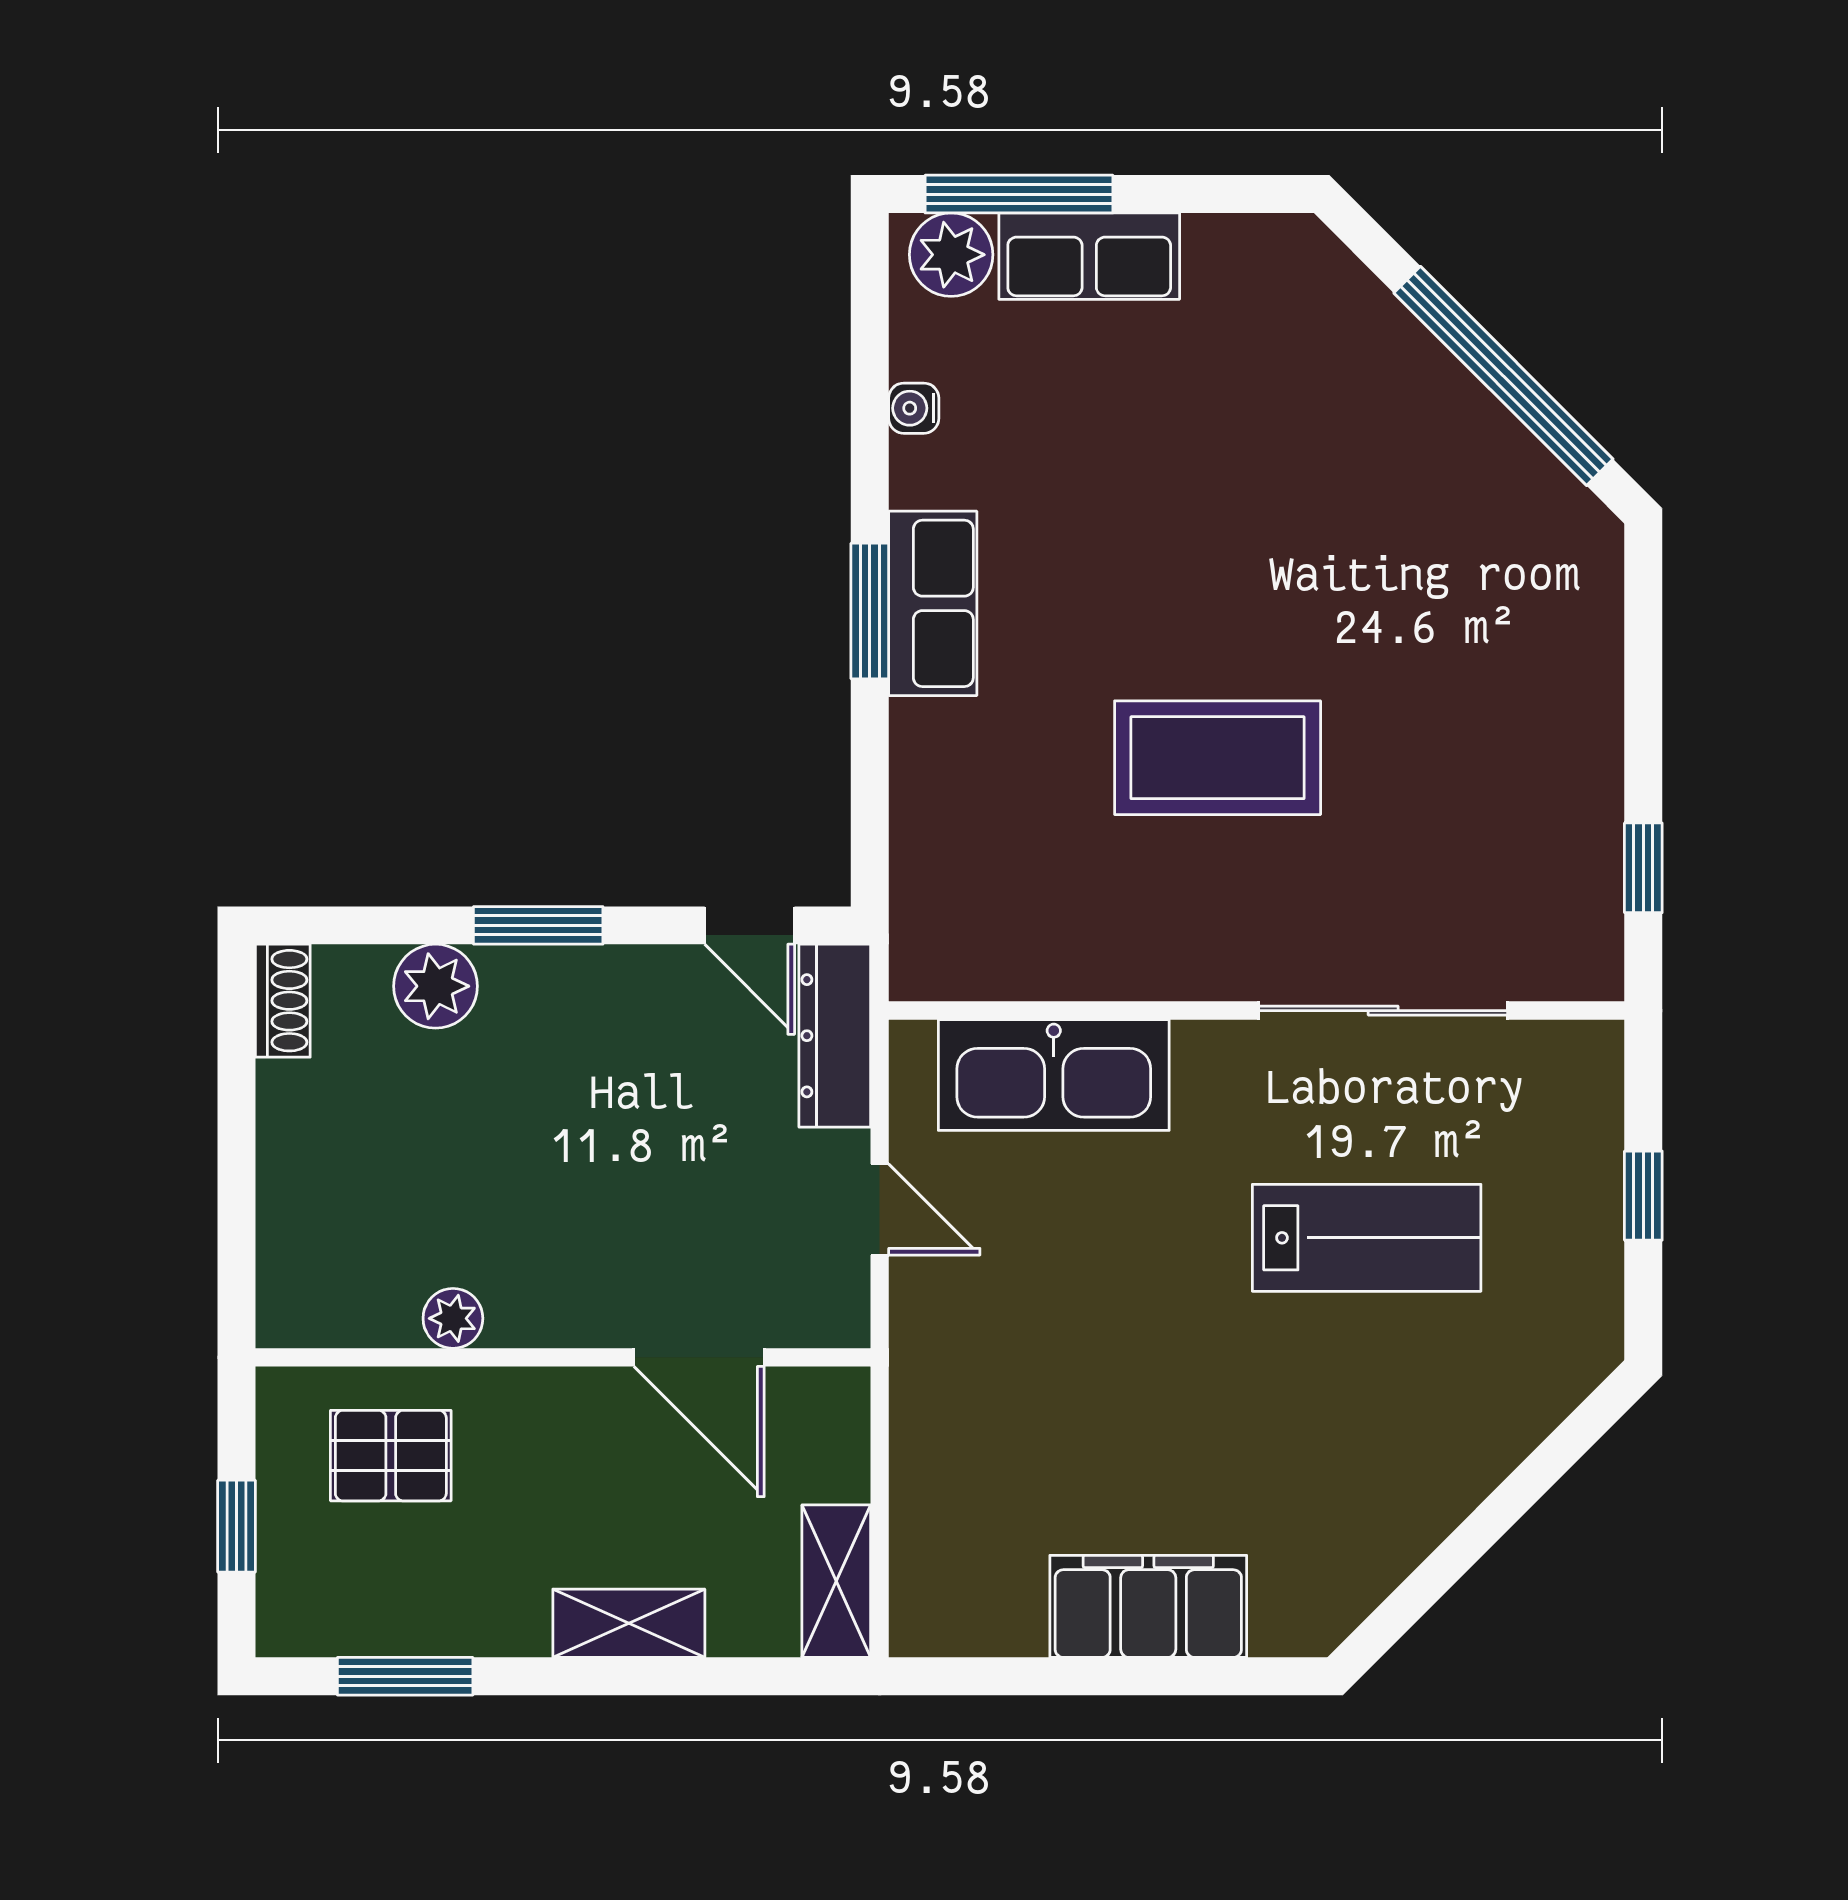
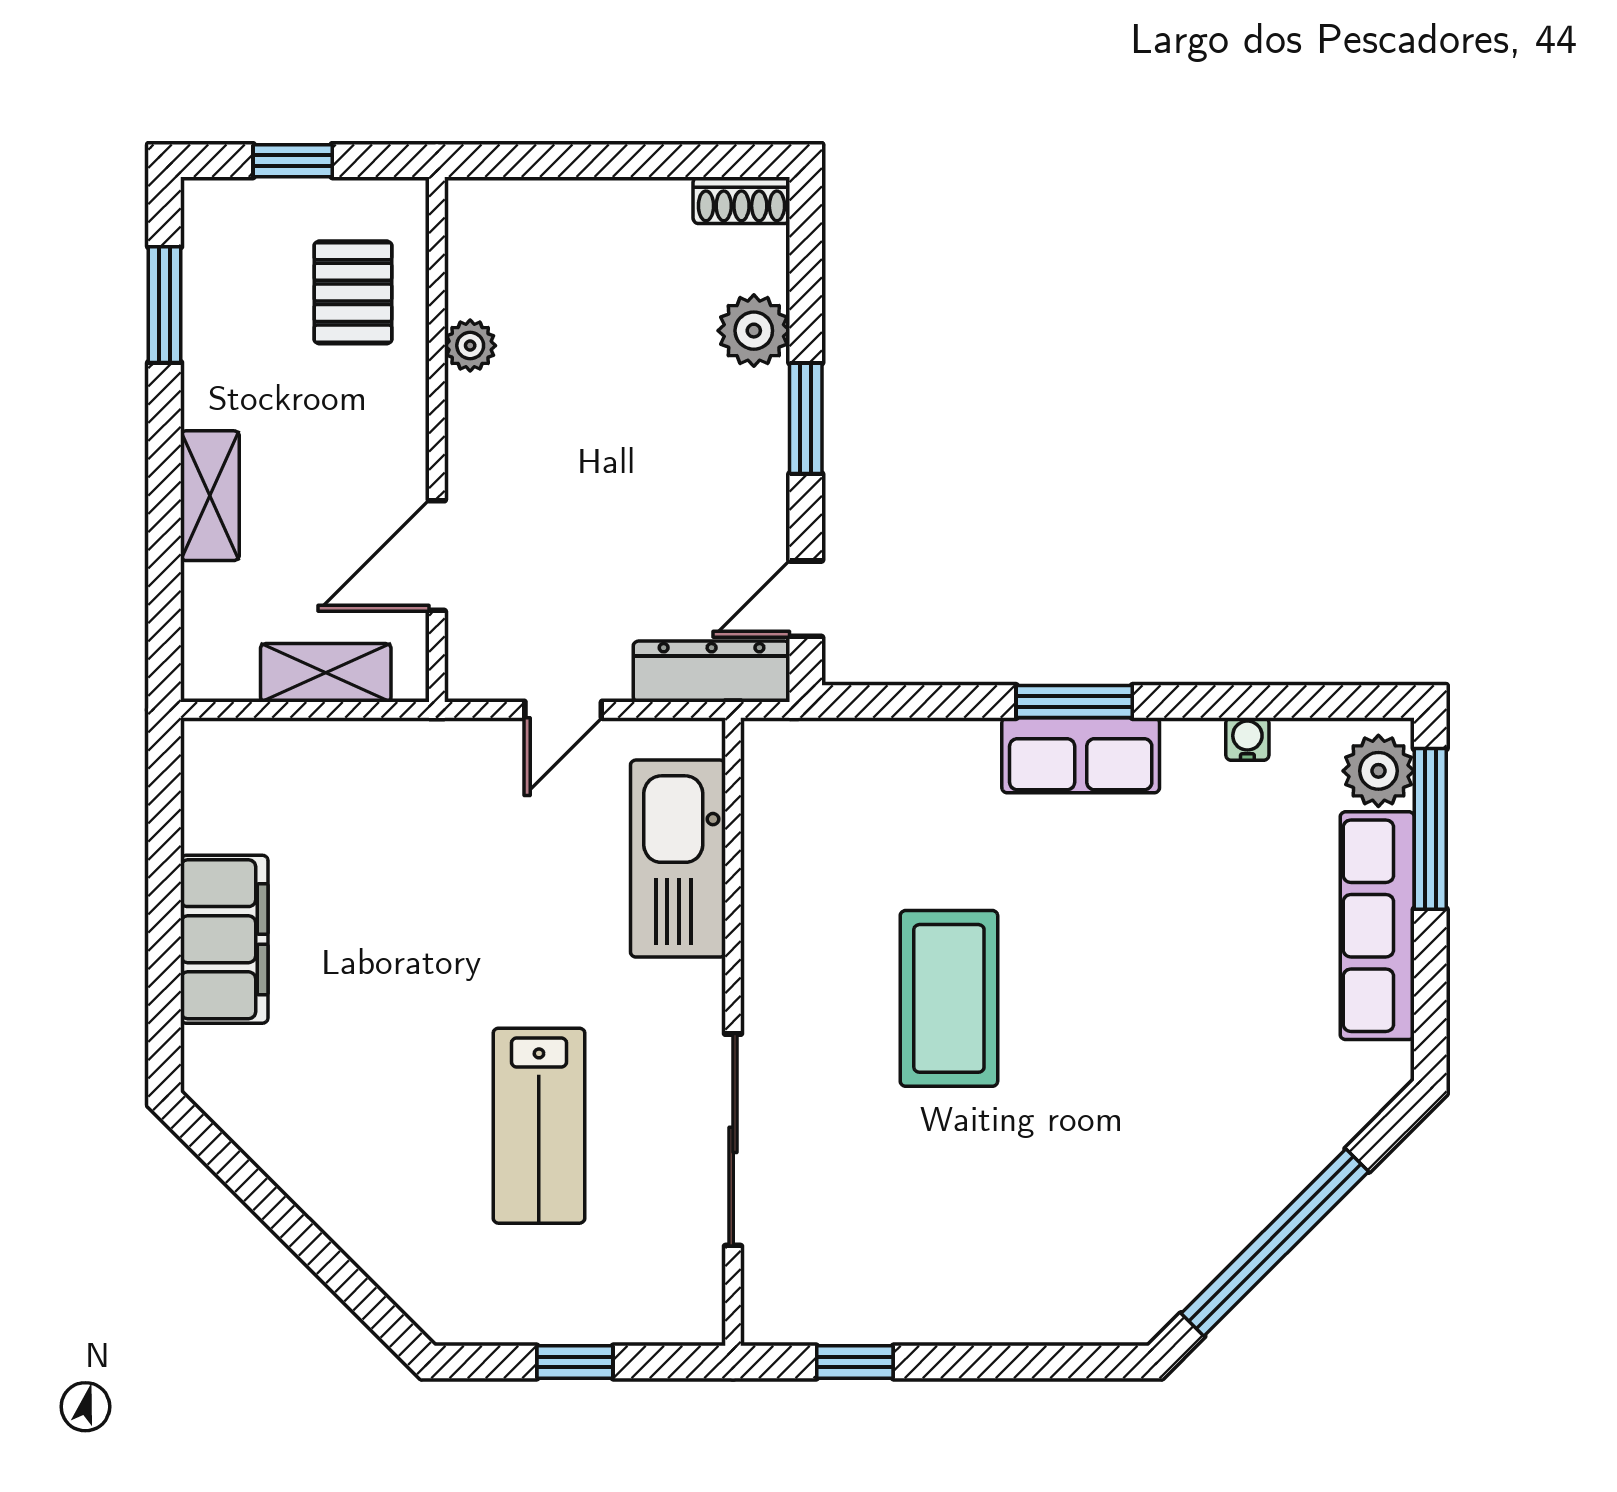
row of seats: (1089, 256) -> (1377, 926), width x1.48
shelving: (836, 1581) -> (326, 673), moved

